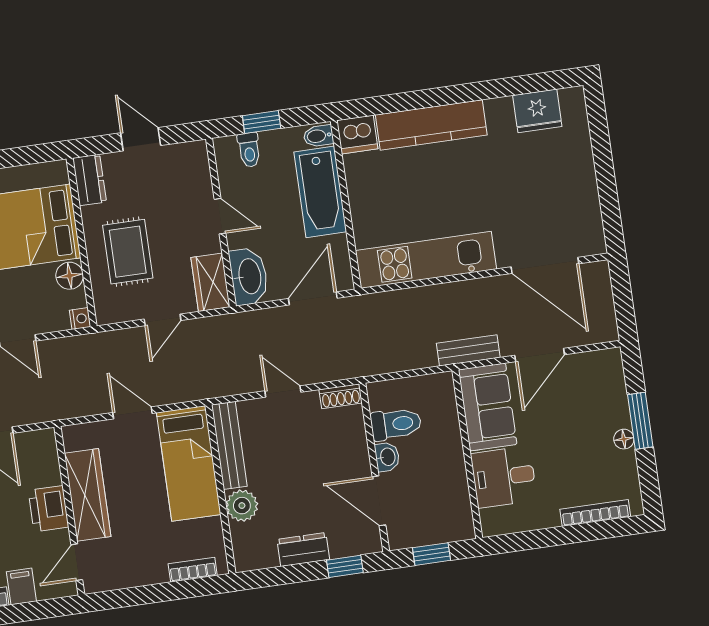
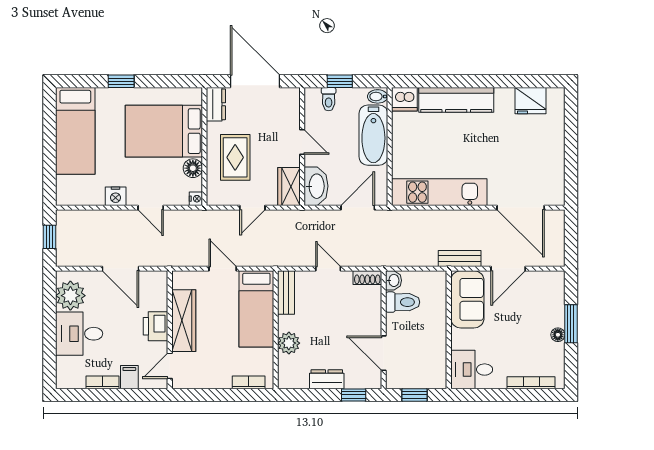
door: (141, 139) -> (255, 81), width x1.87
bench: (229, 445) -> (286, 293), width x0.73
washbasin: (387, 457) -> (393, 280), moved
desk: (504, 477) -> (472, 370), moved

